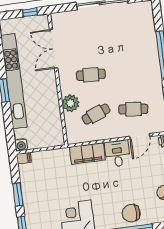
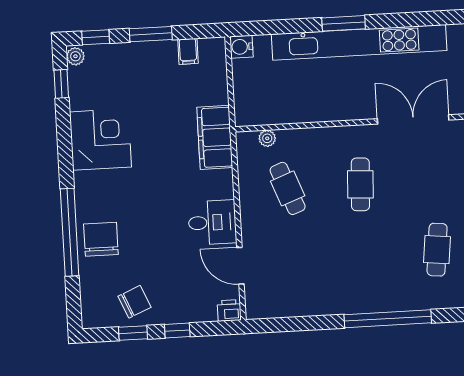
plant: (71, 103) -> (267, 138), moved, width x0.53, depth x0.53
cafe table: (133, 109) -> (437, 250), moved
filing cabinet: (87, 153) -> (215, 137), moved
filing cabinet: (24, 158) -> (188, 51), moved

